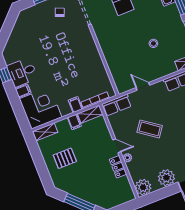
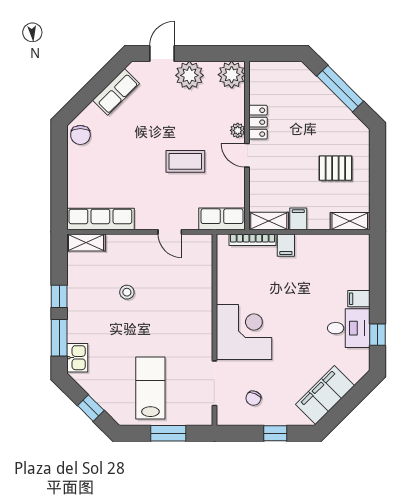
filing cabinet: (21, 30) -> (325, 395), added
corner desk: (41, 108) -> (244, 332), moved, turned 180
coffee table: (150, 129) -> (185, 161), turned -36

